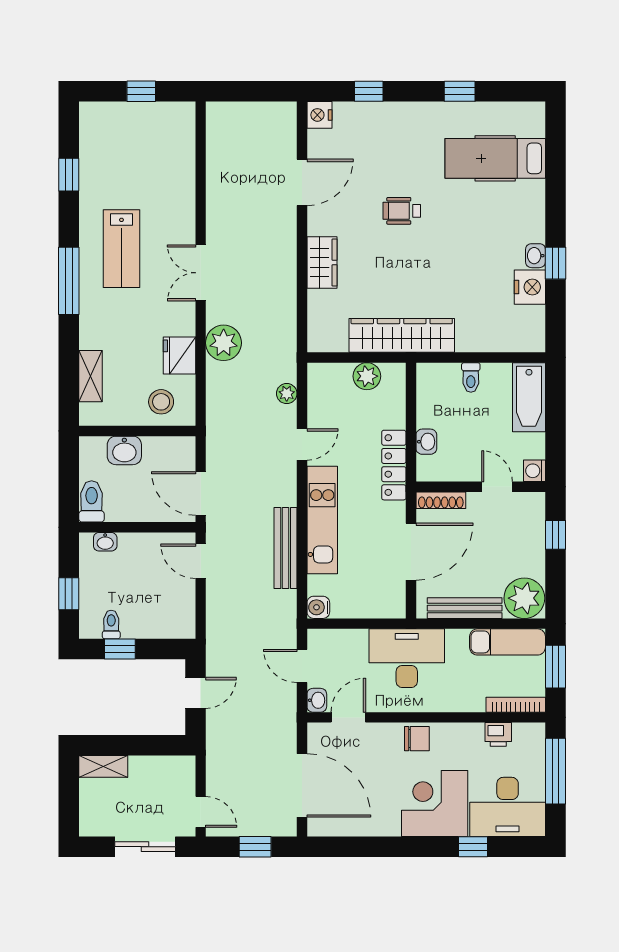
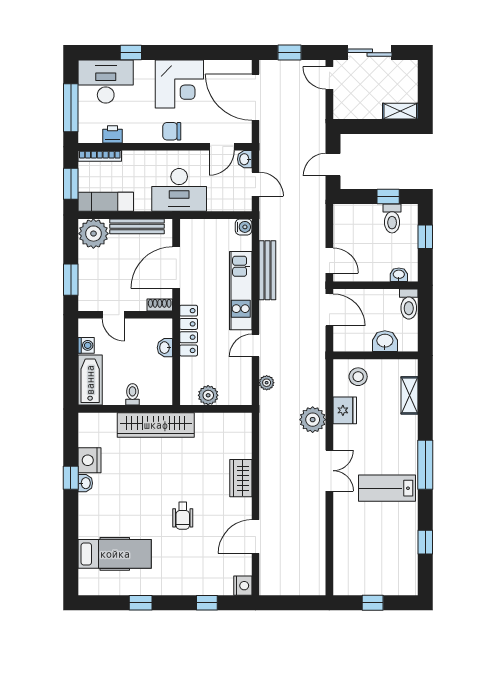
wheelchair: (402, 211) -> (183, 516), turned 90
lab bench: (121, 249) -> (387, 488), turned -90
wardrobe: (402, 335) -> (156, 425), moved
washing machine: (534, 471) -> (86, 345), moved
shoe rack: (441, 500) -> (160, 305), width x0.70
window: (555, 535) -> (71, 280), width x1.50
toilet: (111, 624) -> (392, 219), width x1.37, depth x1.39
corner desk: (435, 803) -> (179, 84), moved

